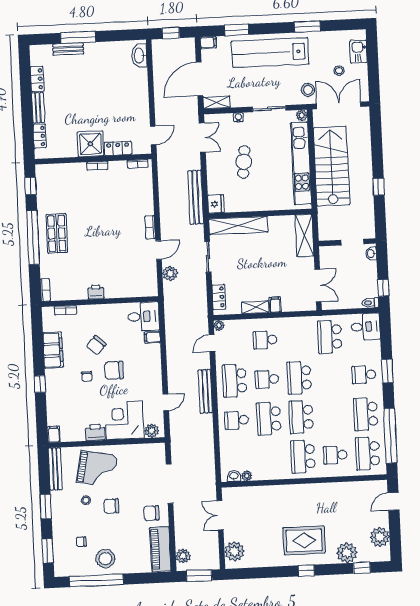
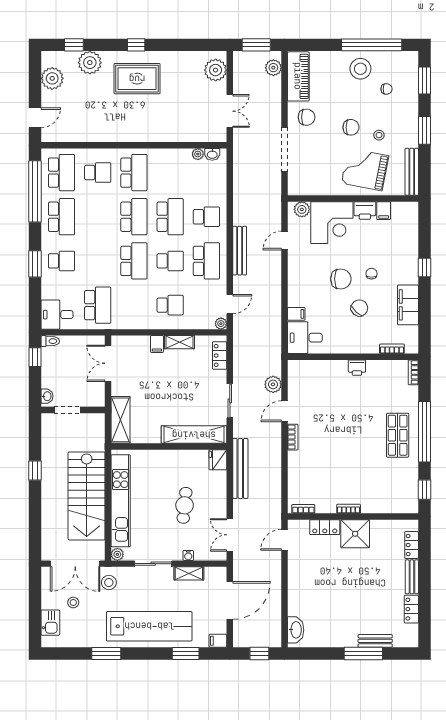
shelving: (217, 102) -> (189, 573), moved
filing cabinet: (54, 434) -> (384, 211), moved

